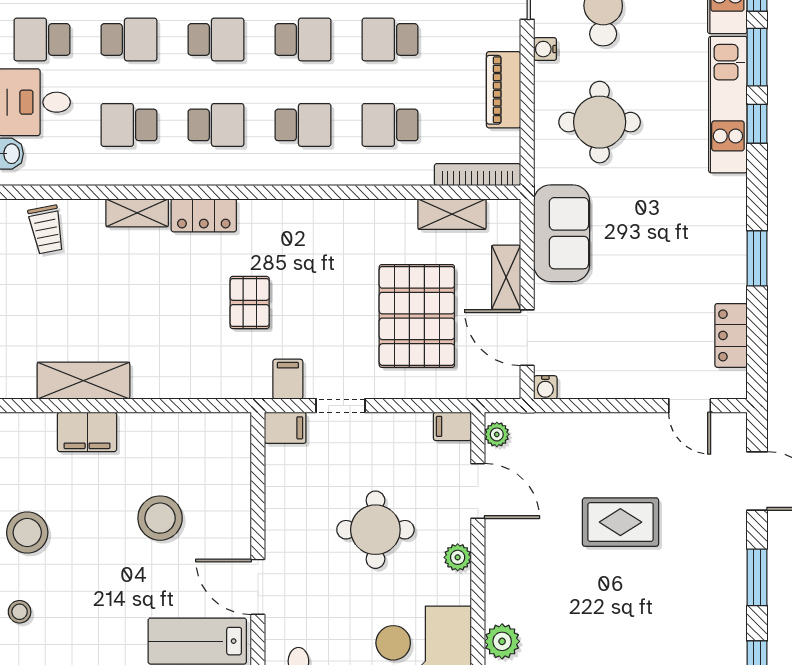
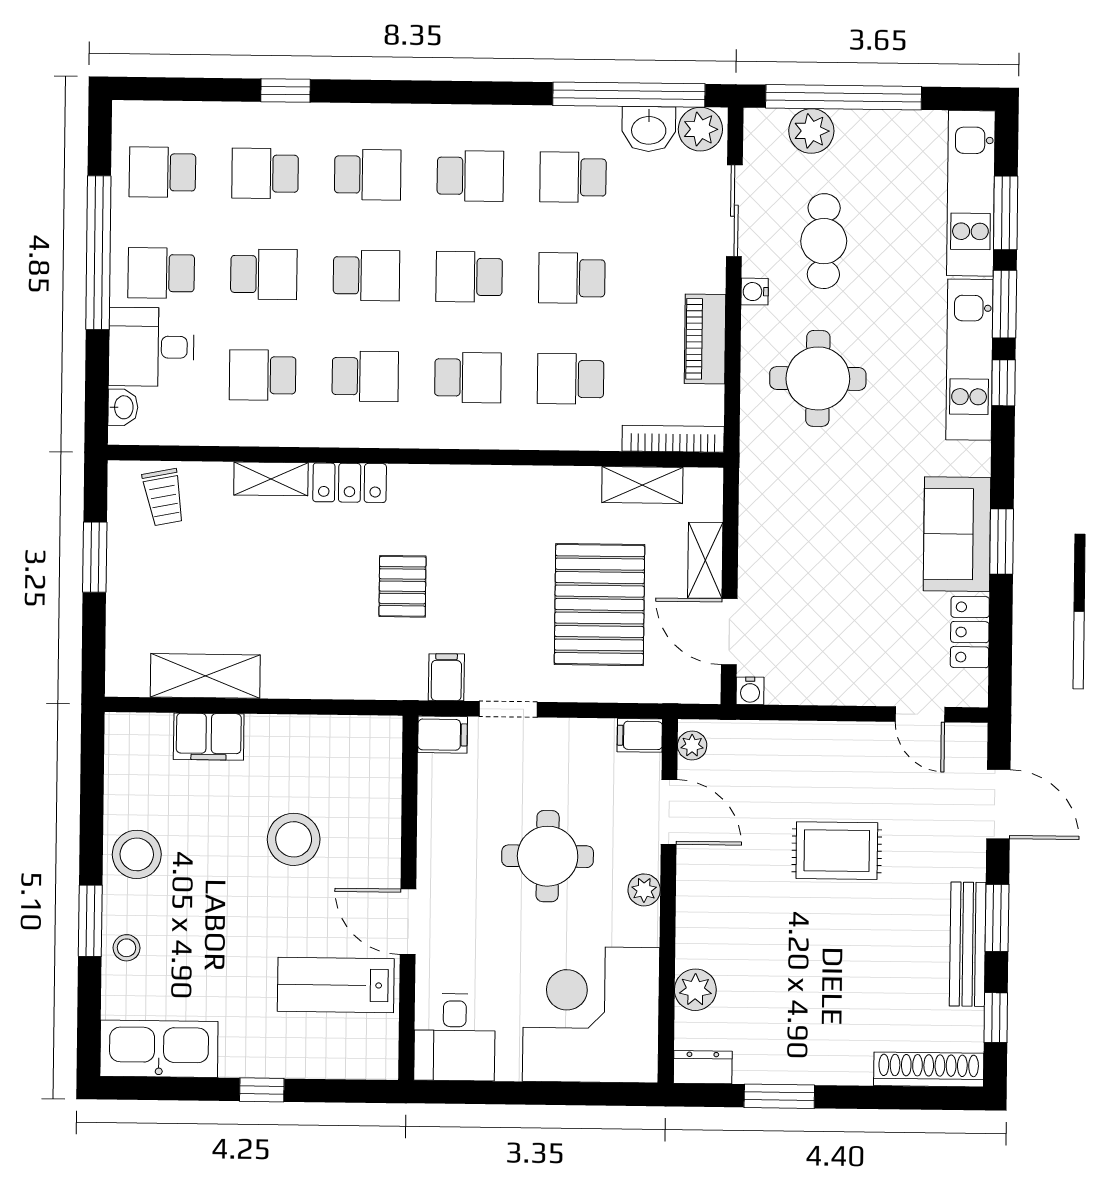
school desk: (303, 39) -> (469, 277), turned 180
sofa: (562, 233) -> (957, 534), moved, turned 180
bench: (732, 600) -> (968, 944), added

